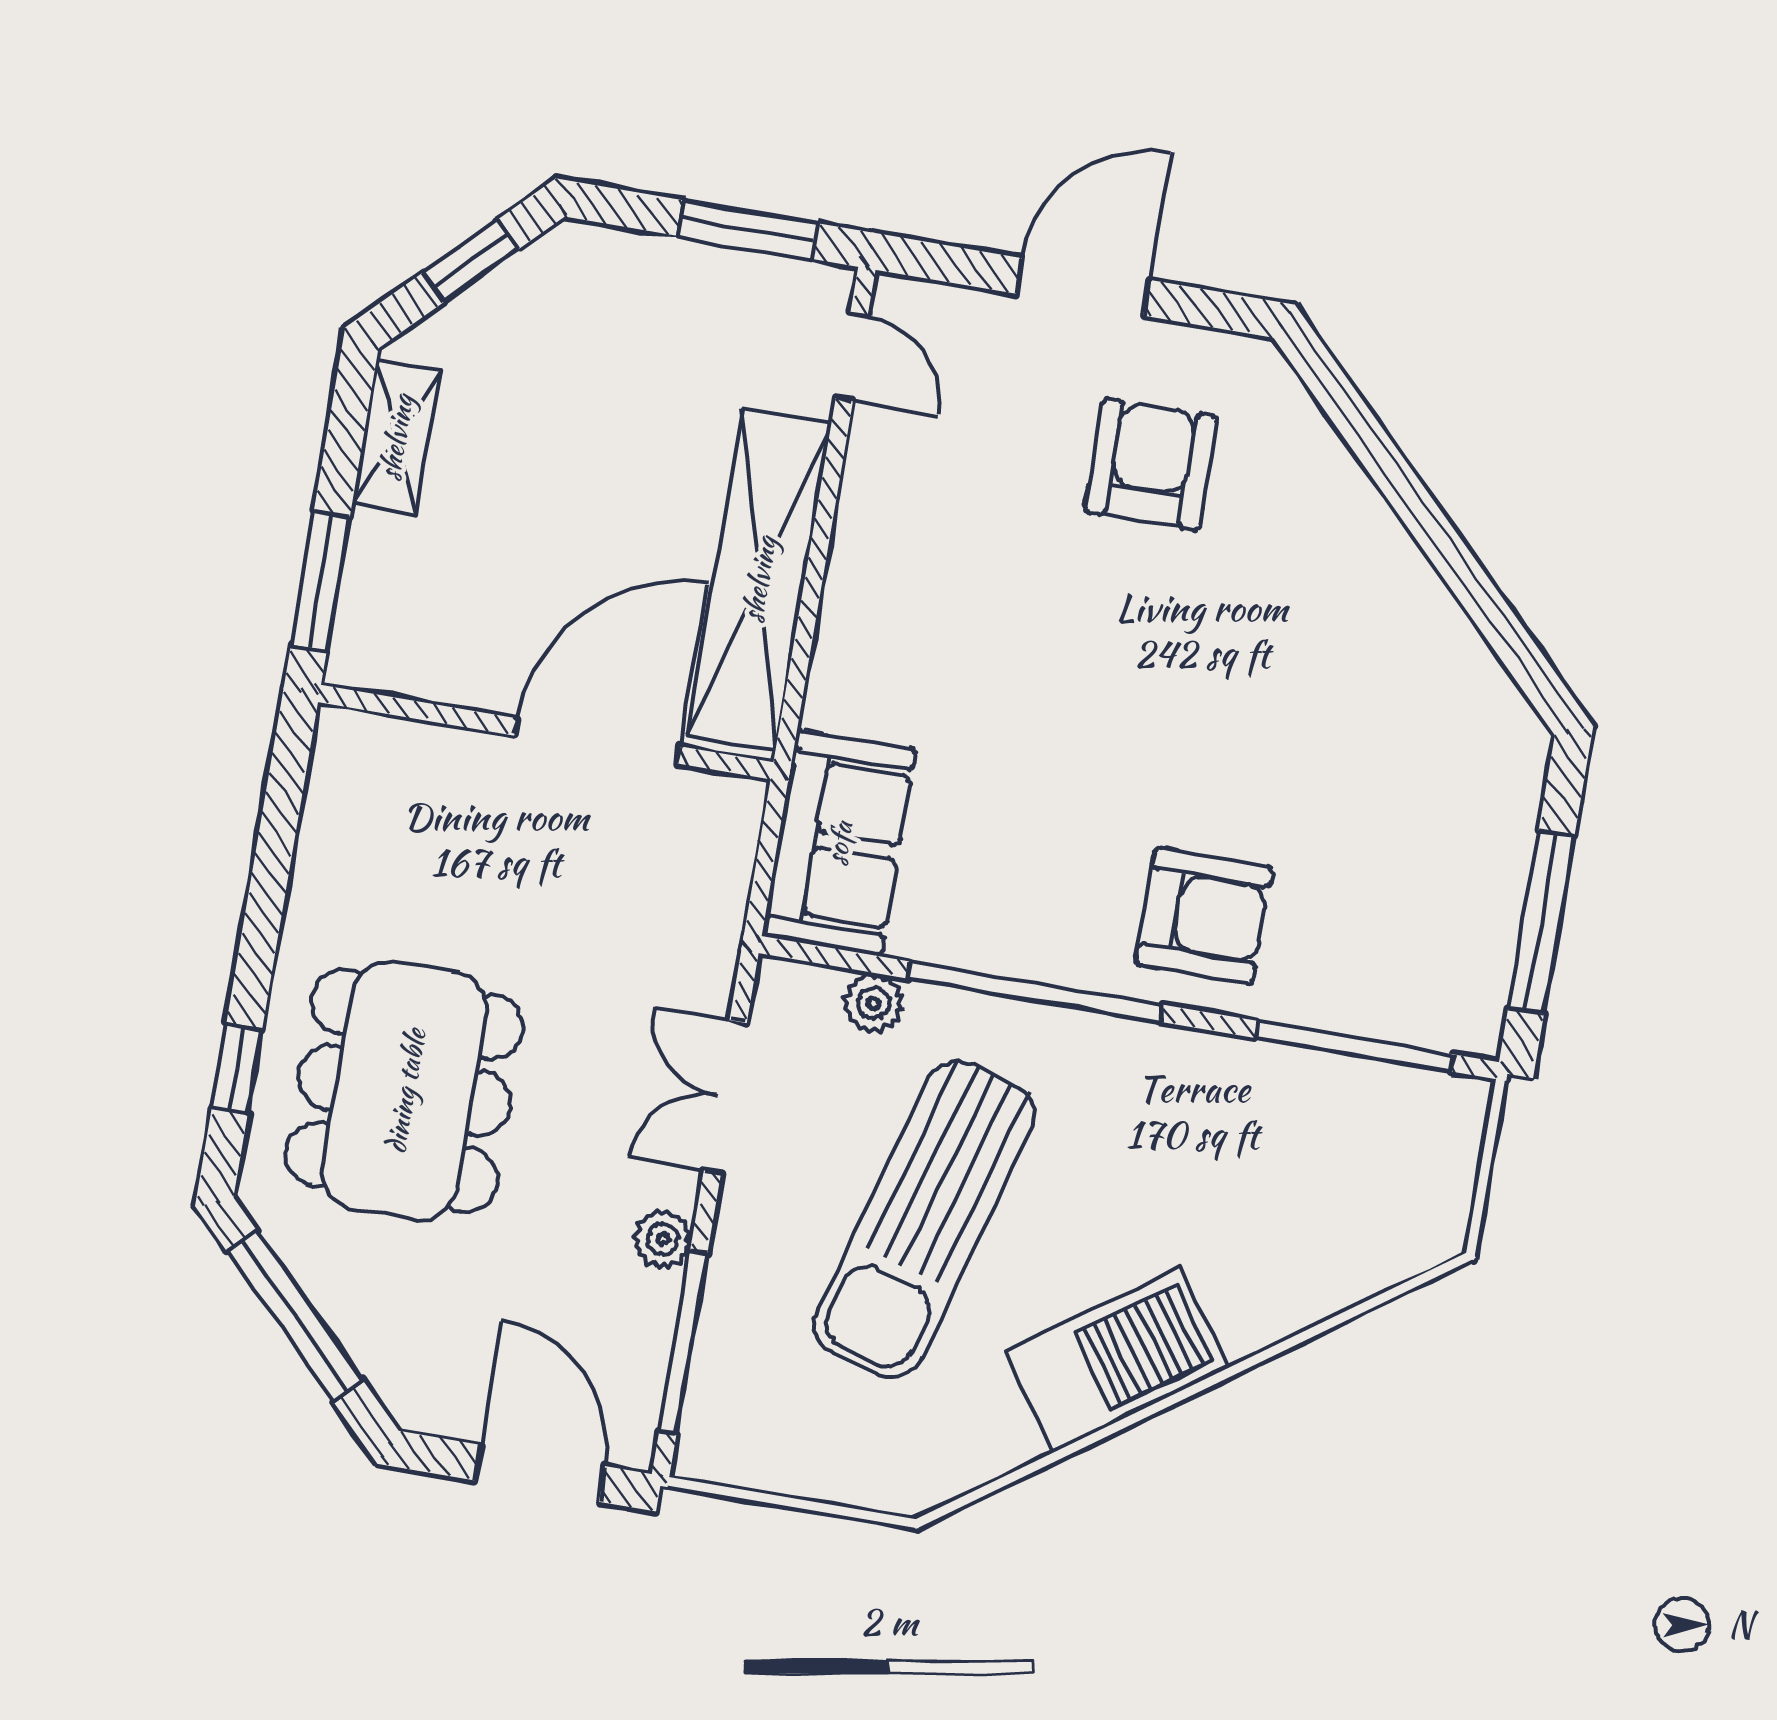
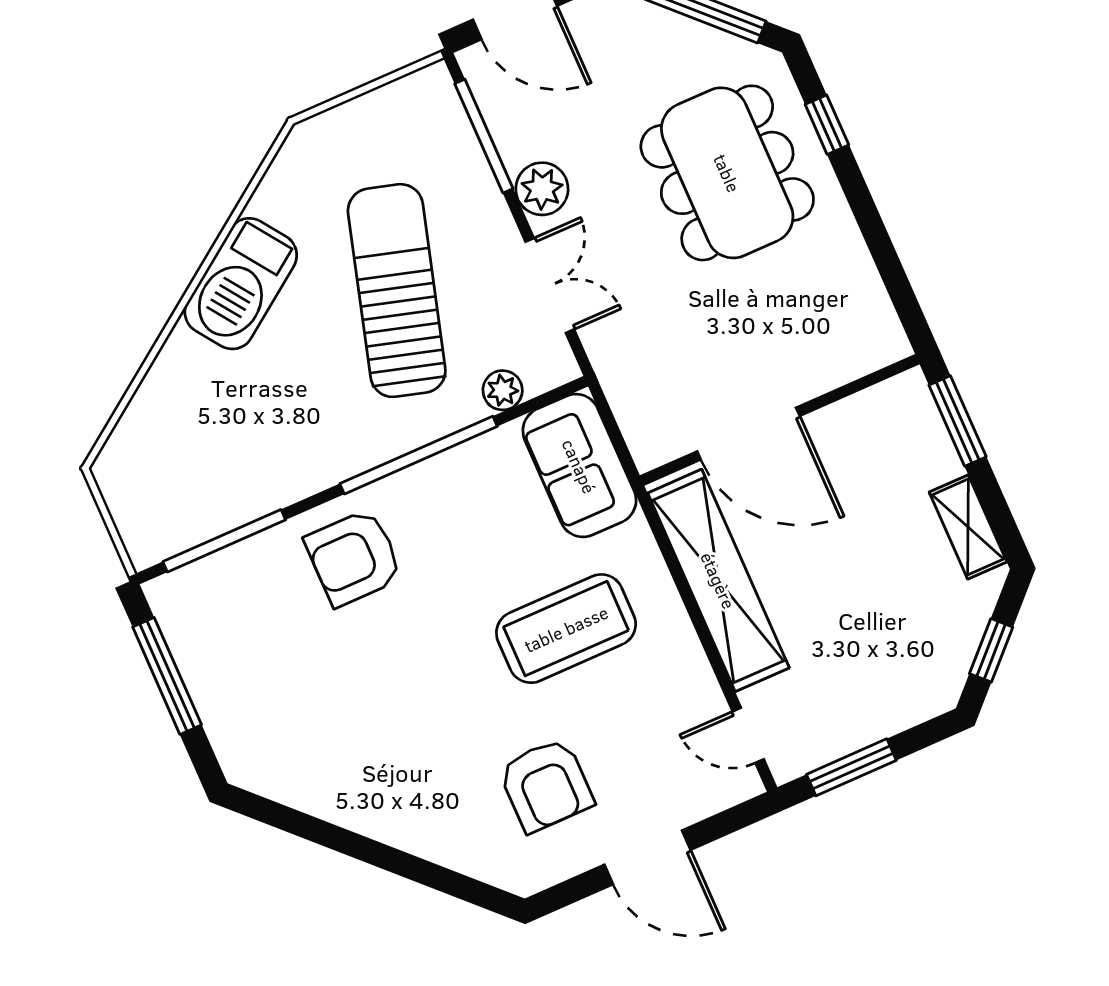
door: (1083, 287) -> (647, 857), hinge flipped
coffee table: (994, 647) -> (566, 629), added
door: (597, 741) -> (748, 434), hinge flipped
plant: (663, 1239) -> (542, 189), width x1.38, depth x1.38

